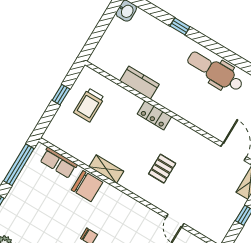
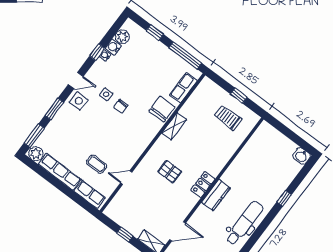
kitchen counter: (140, 83) -> (216, 195), moved
locker: (154, 115) -> (203, 184), moved
chair: (87, 186) -> (162, 109), turned 180

